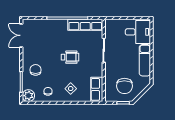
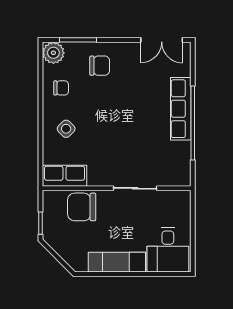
row of seats: (85, 25) -> (181, 109), moved
double door: (21, 35) -> (162, 40), swing flipped
wheelchair: (70, 57) -> (122, 128), removed
chair: (124, 86) -> (82, 207), moved

